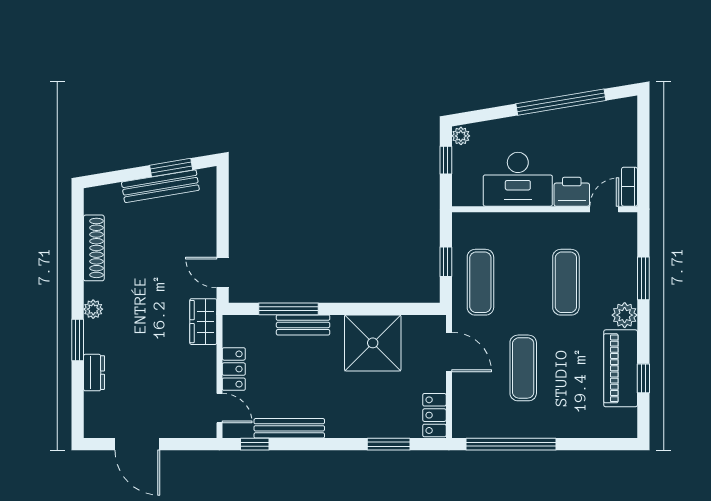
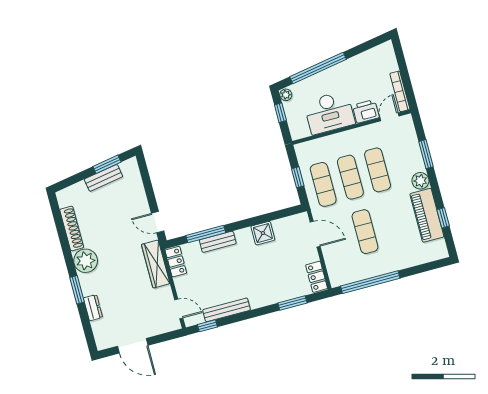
window: (561, 102) -> (318, 68), moved
bench: (160, 186) -> (103, 178), width x0.73
bookcase: (629, 187) -> (400, 91), width x1.56
exercise mat: (523, 282) -> (350, 177), added
plant: (93, 309) -> (86, 261), width x1.88, depth x1.88
wardrobe: (203, 322) -> (156, 264), width x1.50
shower: (373, 343) -> (263, 233), width x0.54, depth x0.54
locker: (234, 369) -> (176, 262), moved

